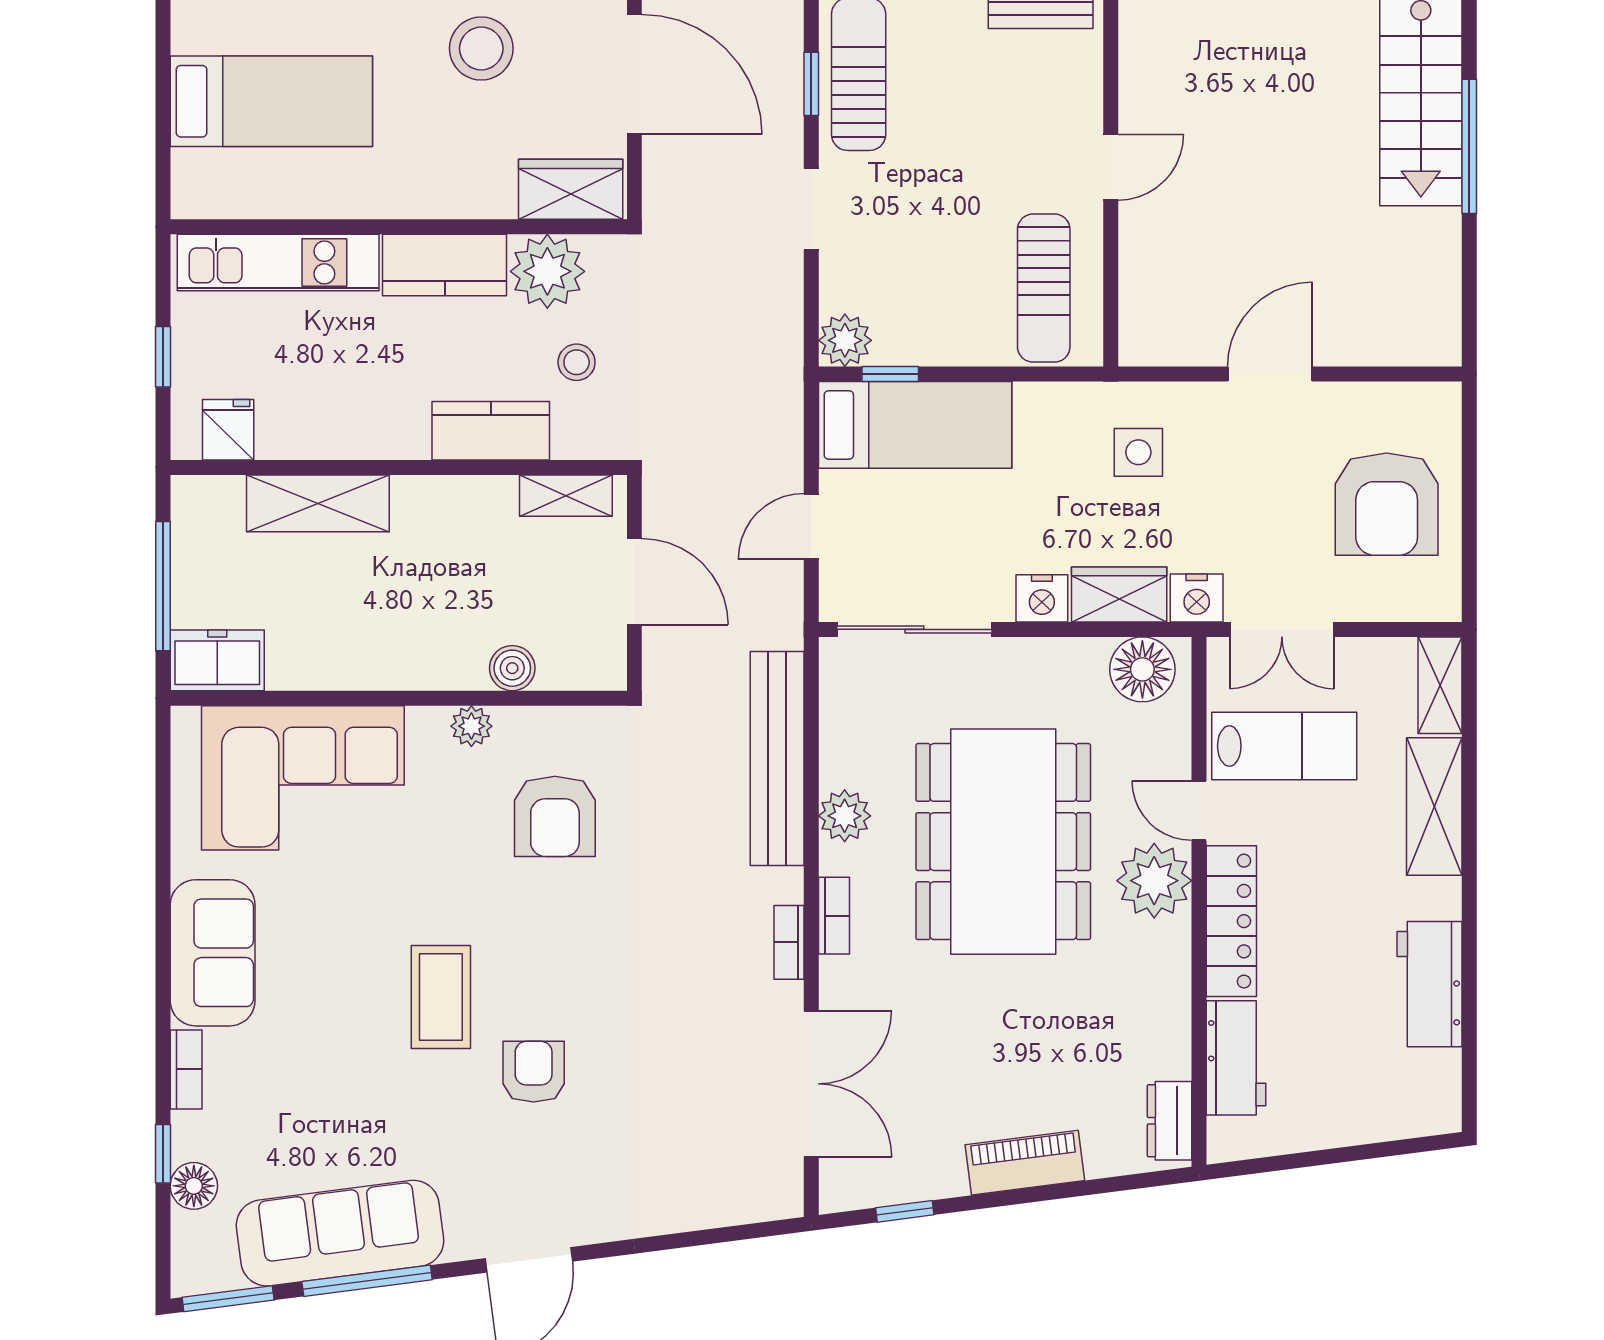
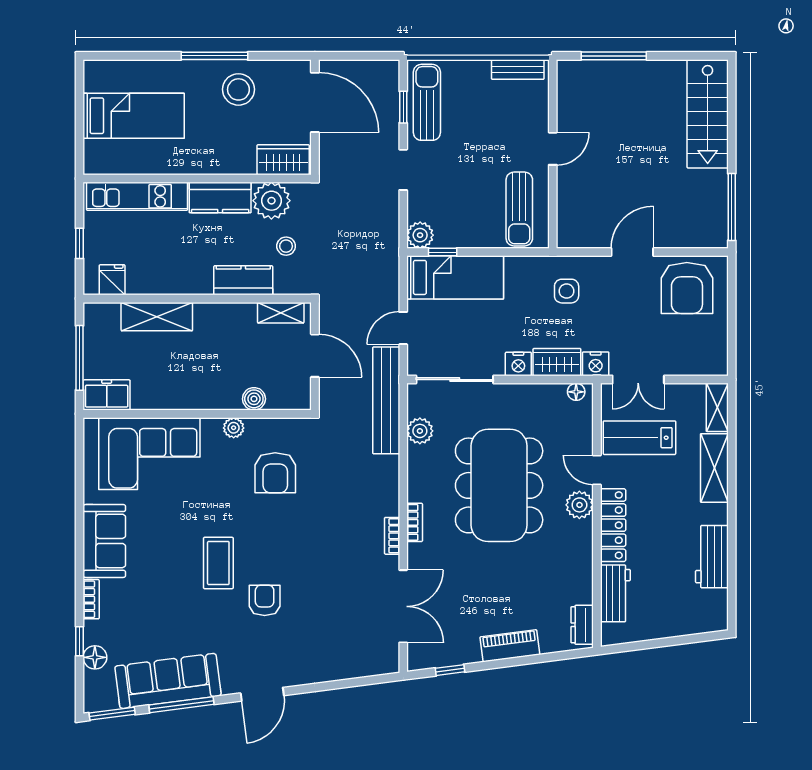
window: (1469, 146) -> (732, 207), moved
armchair: (1387, 504) -> (687, 288), moved
floor lamp: (1142, 669) -> (576, 392), width x0.53, depth x0.53
lab bench: (1284, 746) -> (639, 438), turned 180
bench: (777, 758) -> (386, 400), moved
plant: (845, 816) -> (420, 431), moved
plant: (1154, 881) -> (579, 505), width x0.73, depth x0.73

